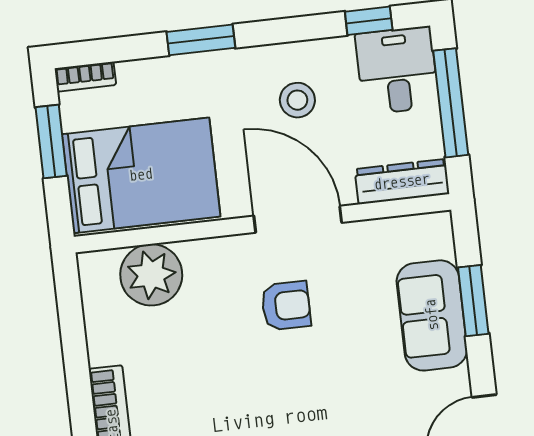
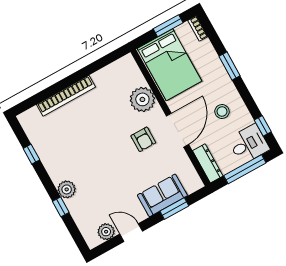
plant: (151, 275) -> (142, 99), moved

